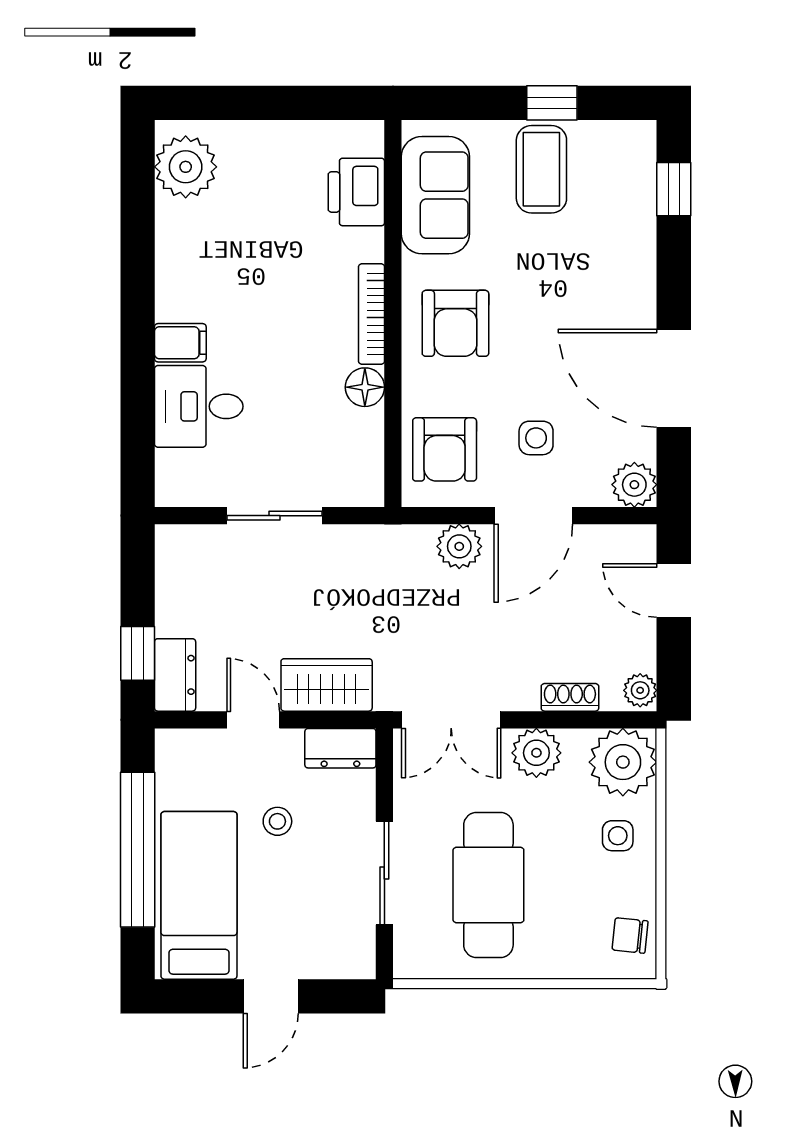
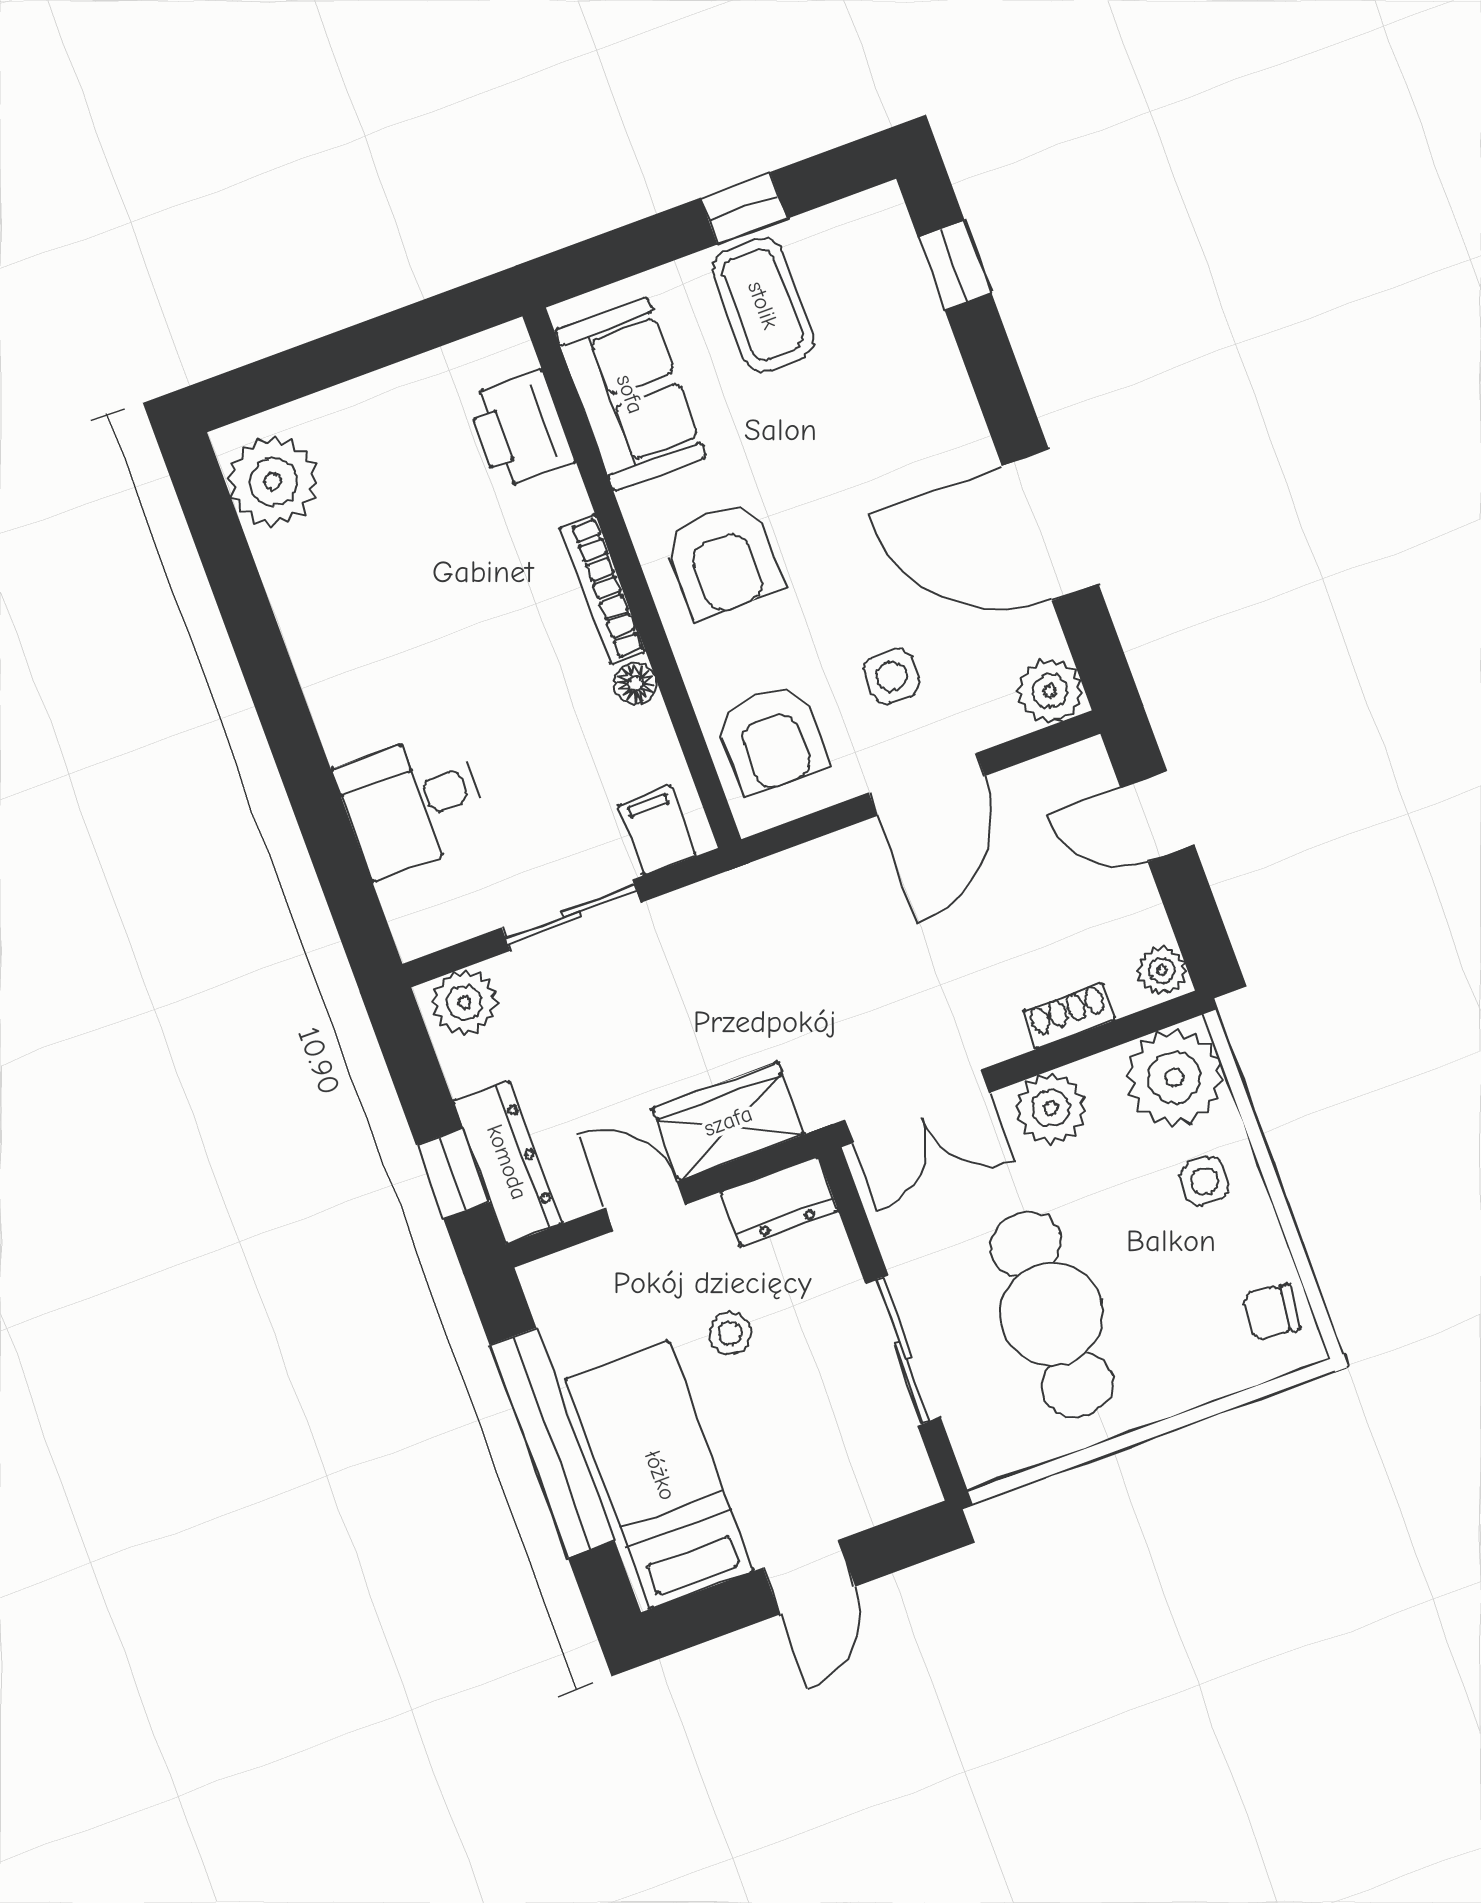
filing cabinet: (180, 343) -> (657, 830), moved, turned -90
floor lamp: (365, 387) -> (635, 683), width x0.73, depth x0.73
plant: (459, 546) -> (465, 1002), moved
dresser: (175, 675) -> (507, 1162), width x1.44

